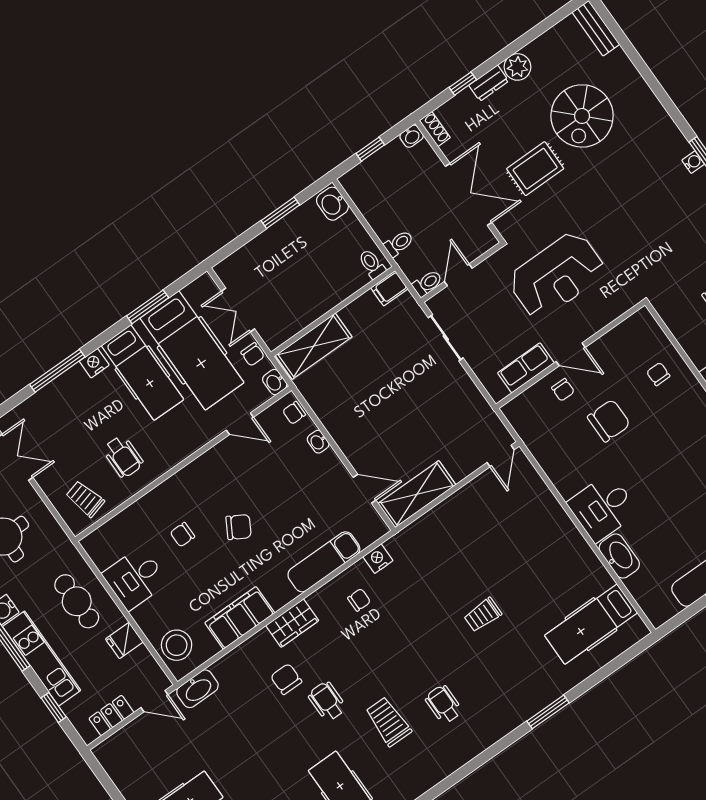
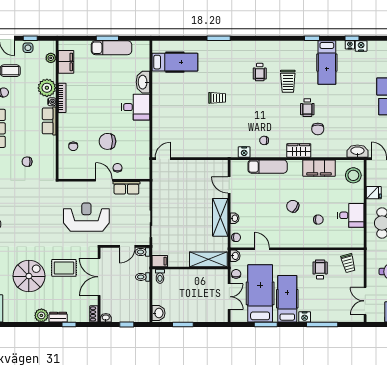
shelving: (417, 494) -> (220, 217), moved, turned 90

